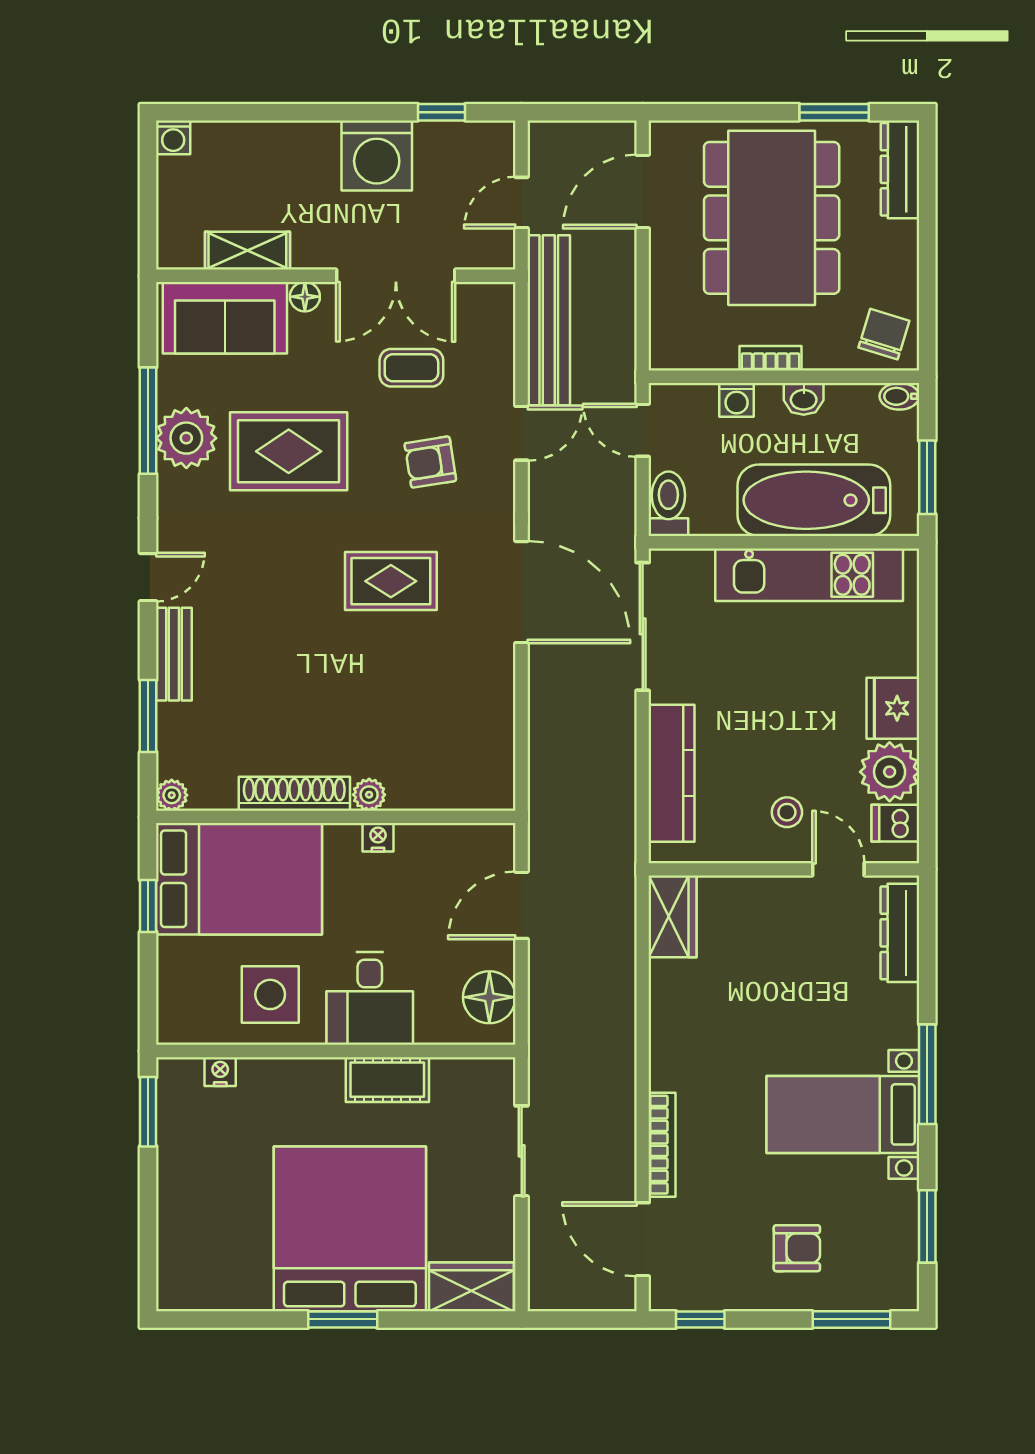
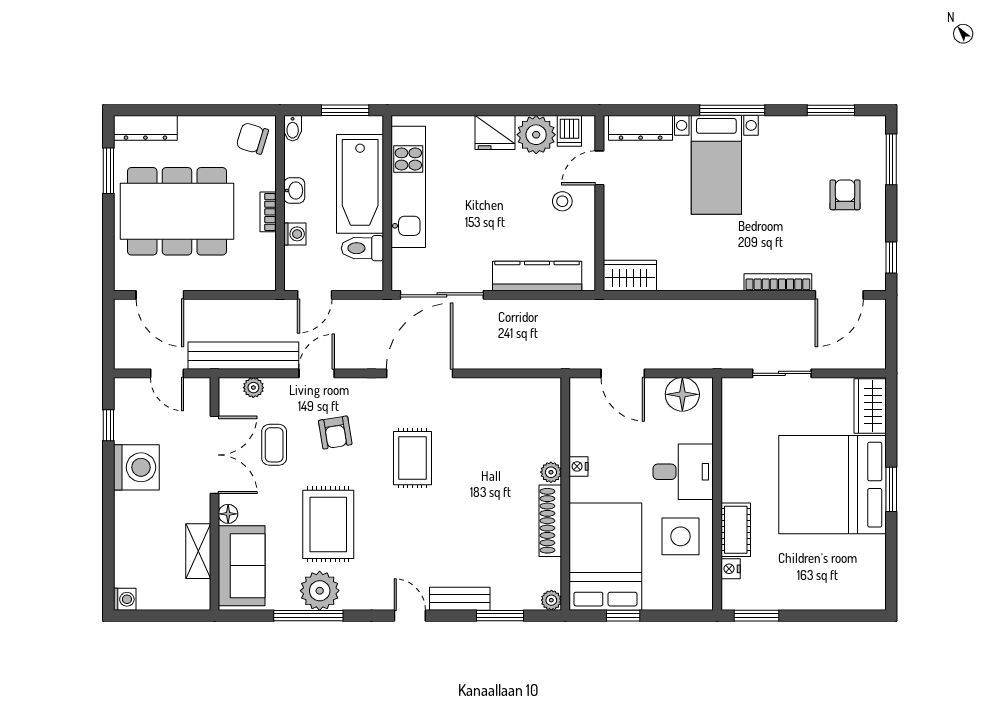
plant: (500, 336) -> (253, 388), added
door: (522, 433) -> (317, 373), hinge flipped
toilet: (668, 504) -> (362, 248), moved
cot: (387, 1080) -> (736, 530), moved
bed with nightstands: (843, 1114) -> (716, 165), moved

